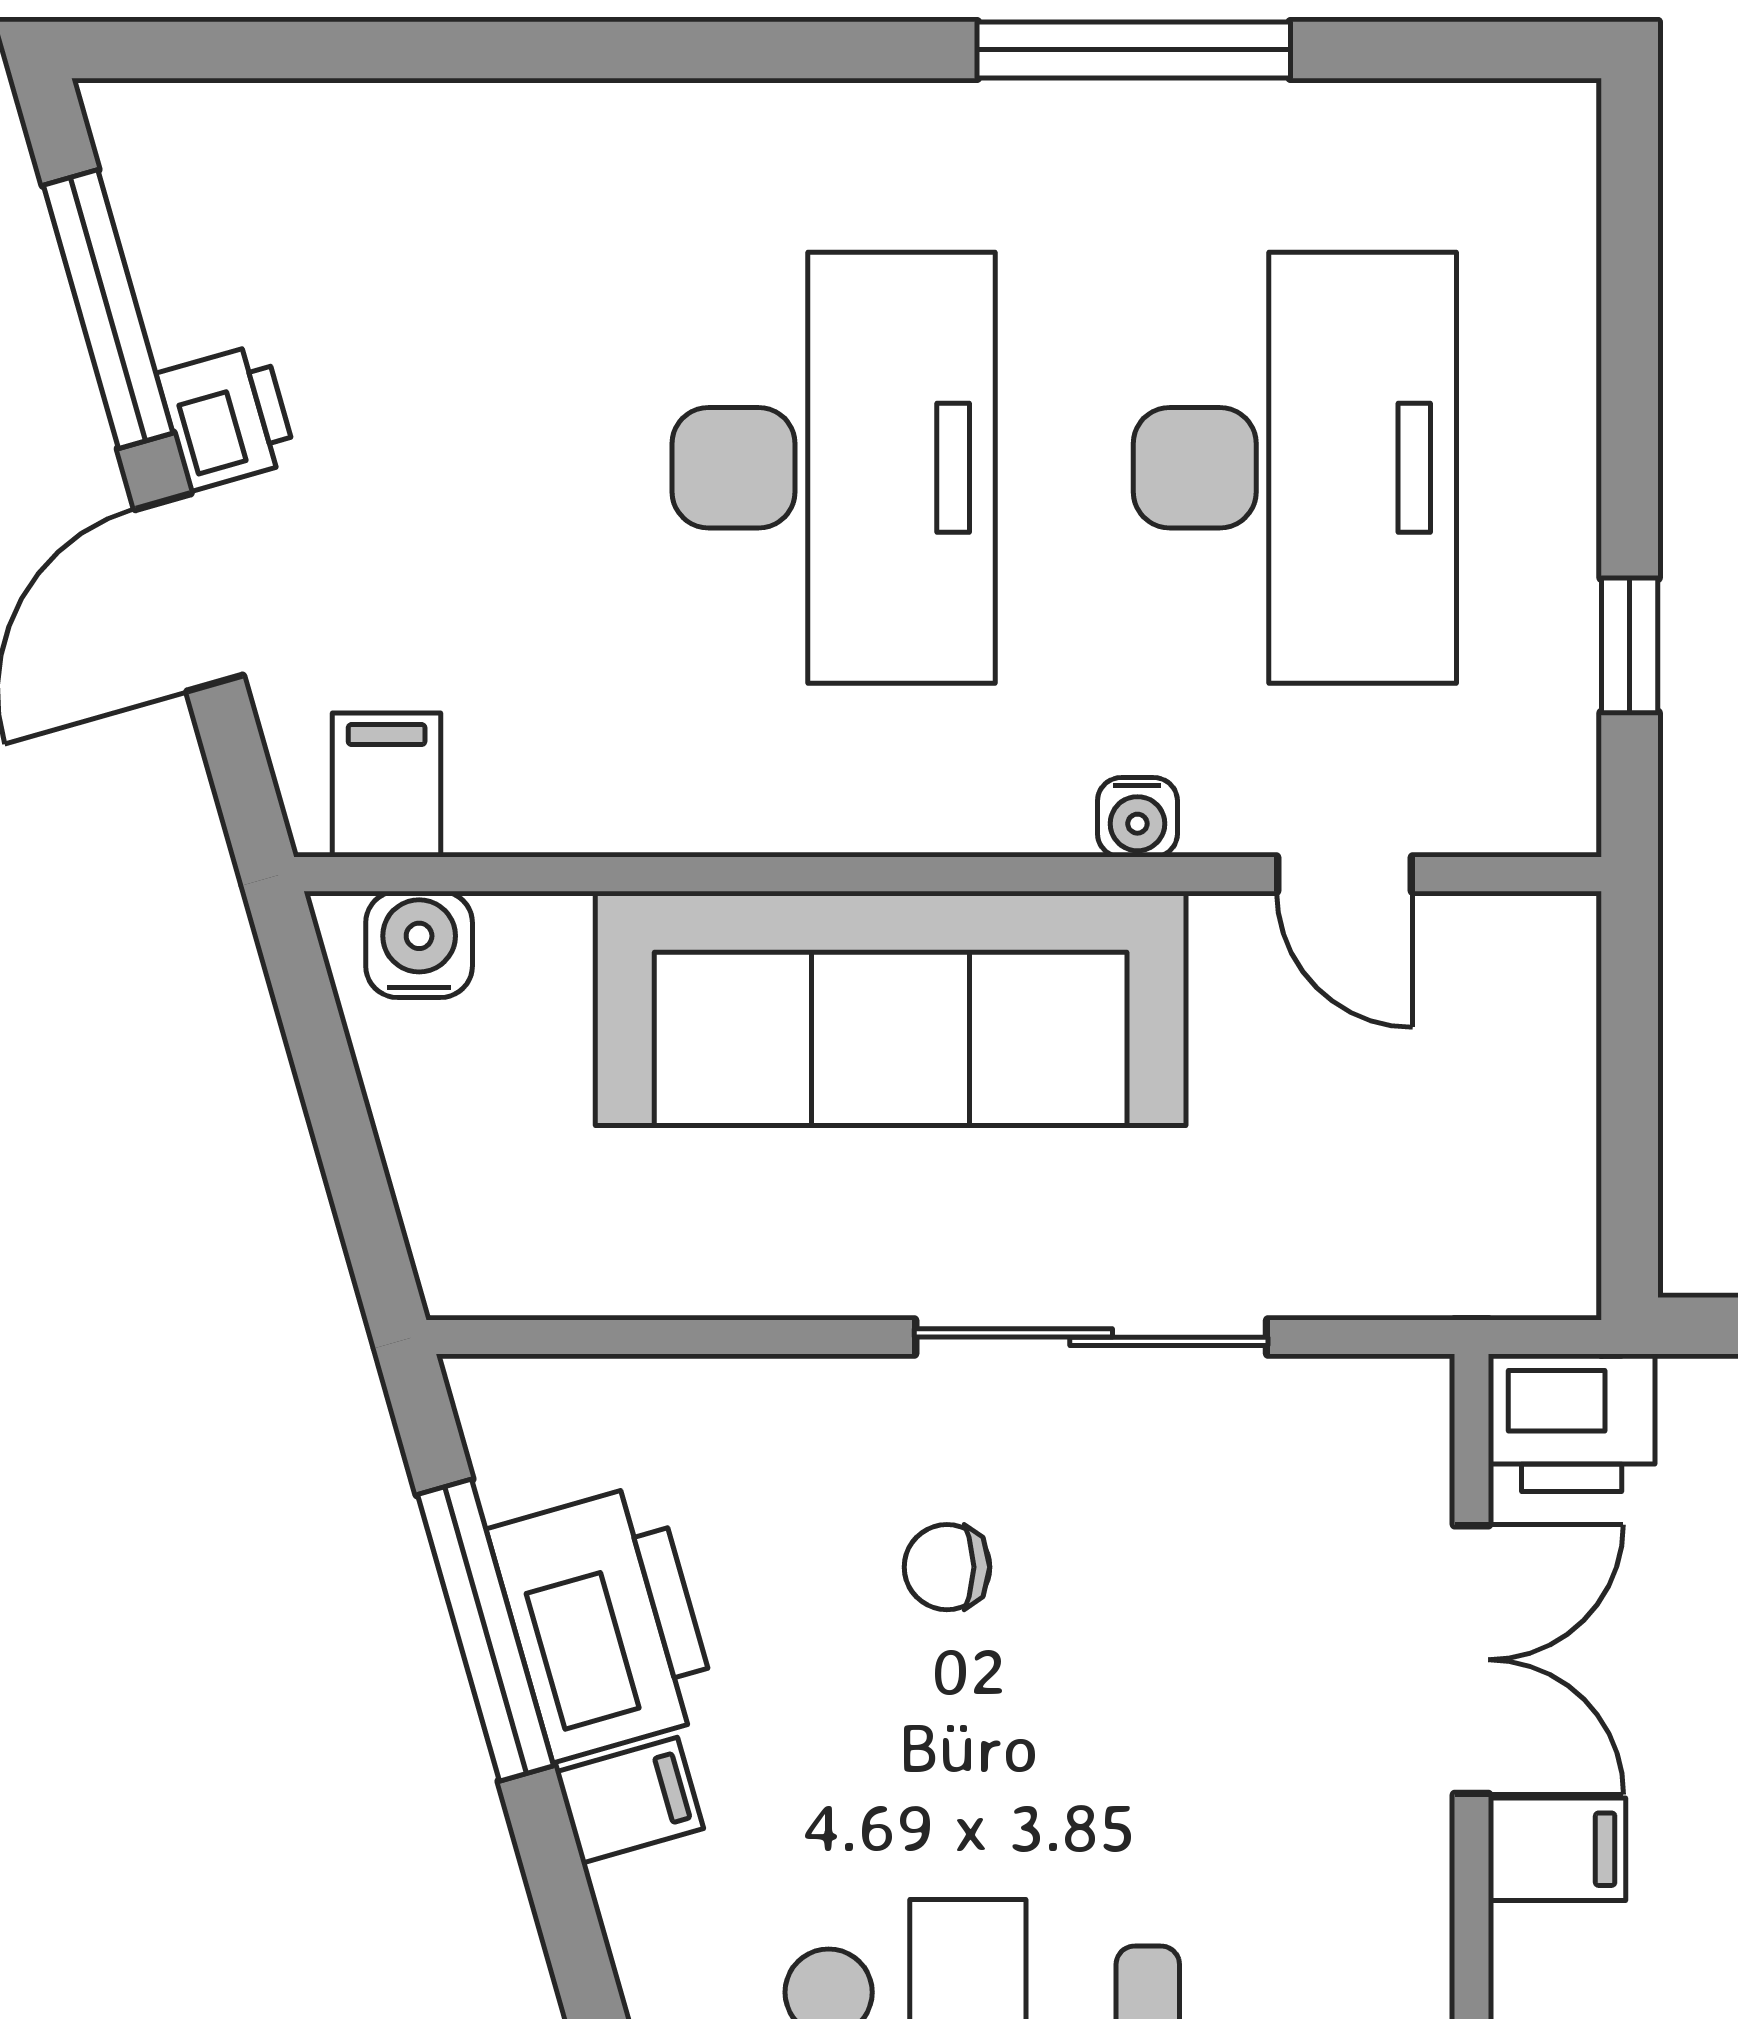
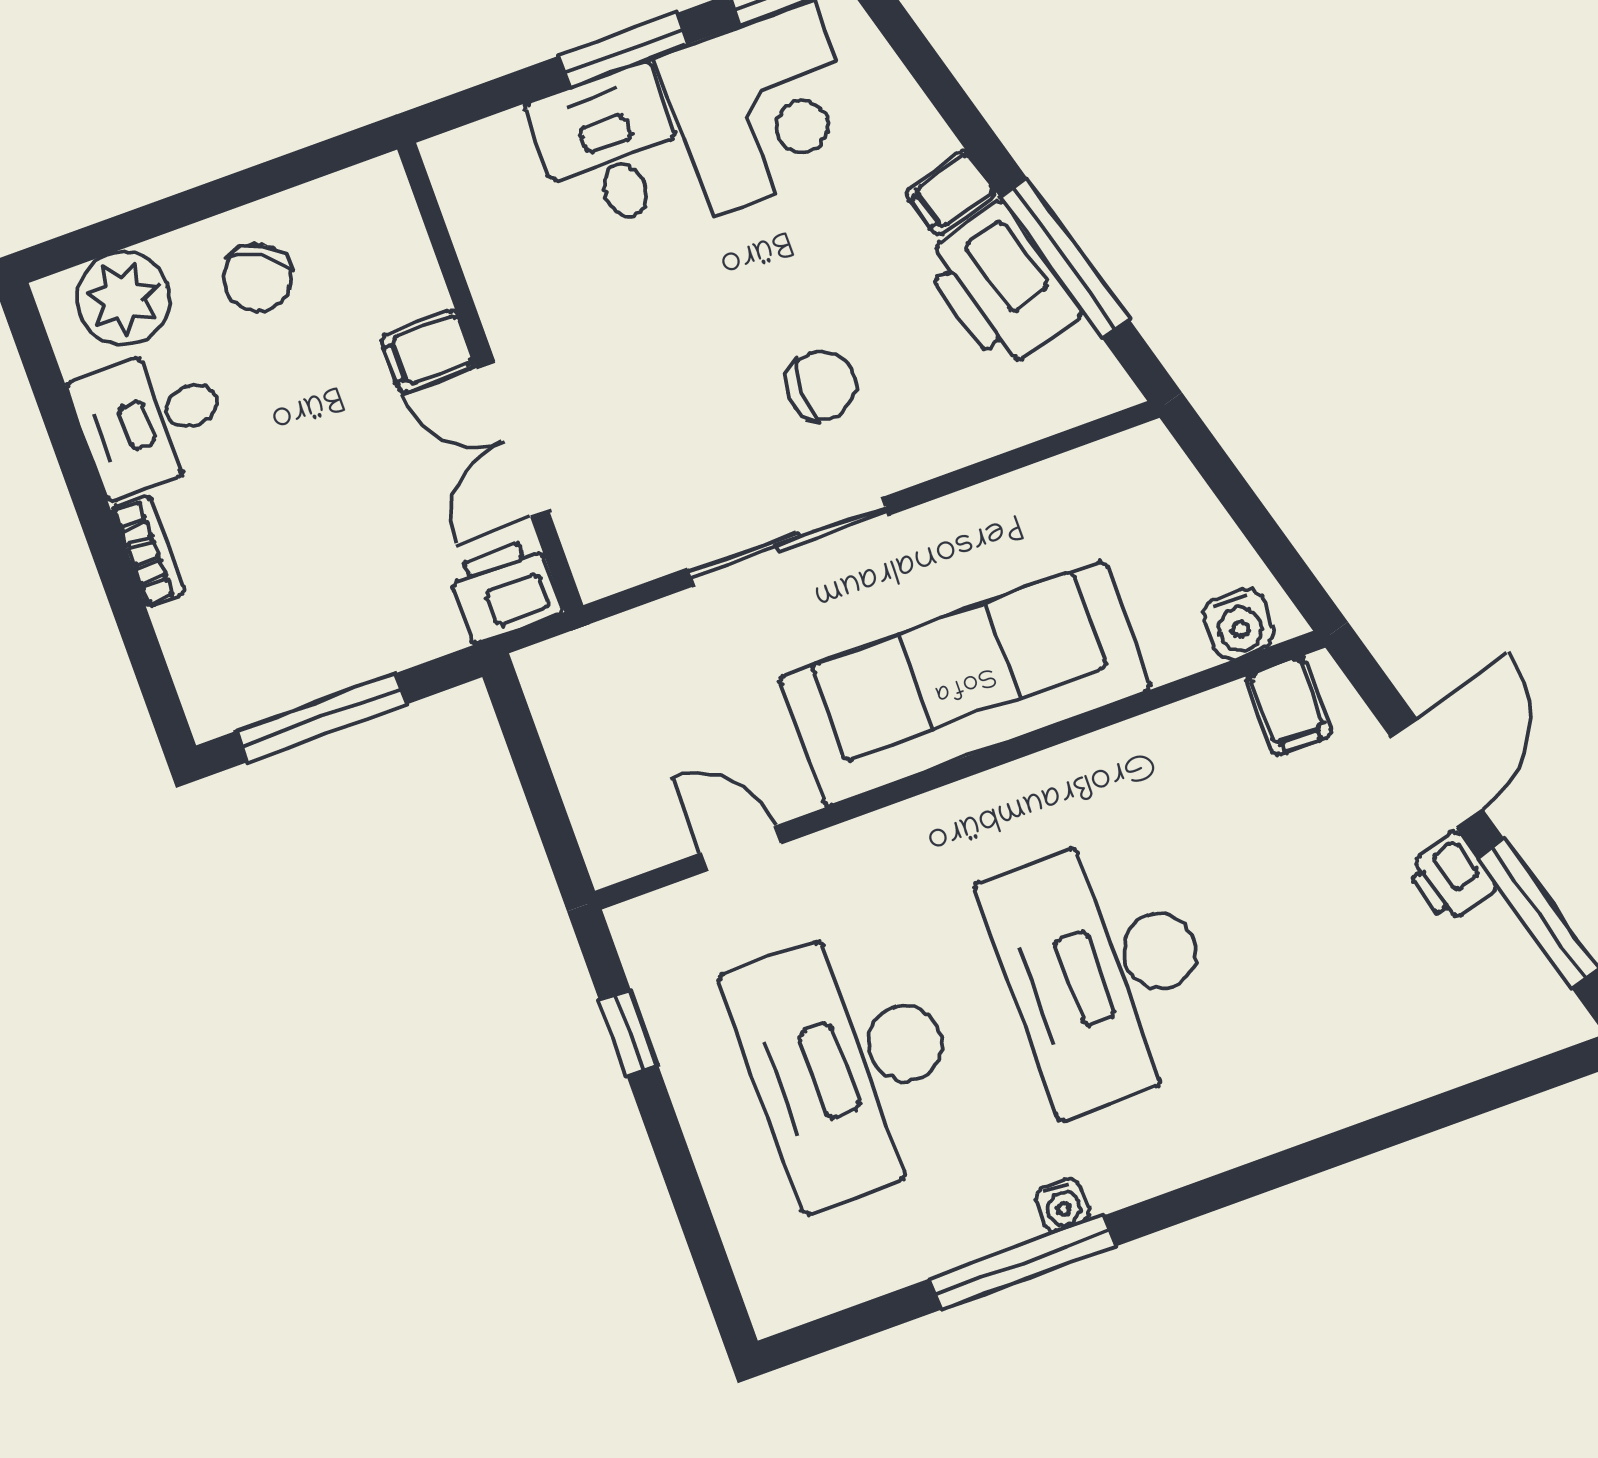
water cooler: (1137, 817) -> (1062, 1205), moved, turned 180
chair: (947, 1567) -> (822, 385), width x1.37, depth x1.37

